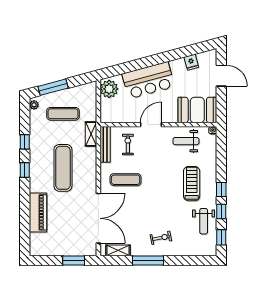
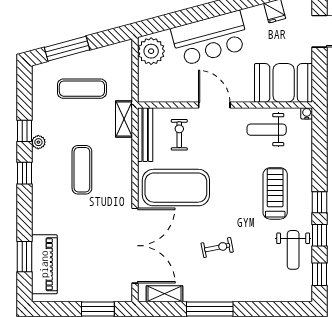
plant: (34, 105) -> (38, 142), moved
door: (151, 125) -> (214, 105), hinge flipped
exercise mat: (63, 168) -> (82, 170), width x0.73, depth x0.69
exercise mat: (126, 180) -> (176, 188), width x2.00, depth x1.45
piano: (38, 212) -> (44, 264), moved
window: (25, 226) -> (24, 257), added
exercise bike: (161, 238) -> (217, 248), moved

